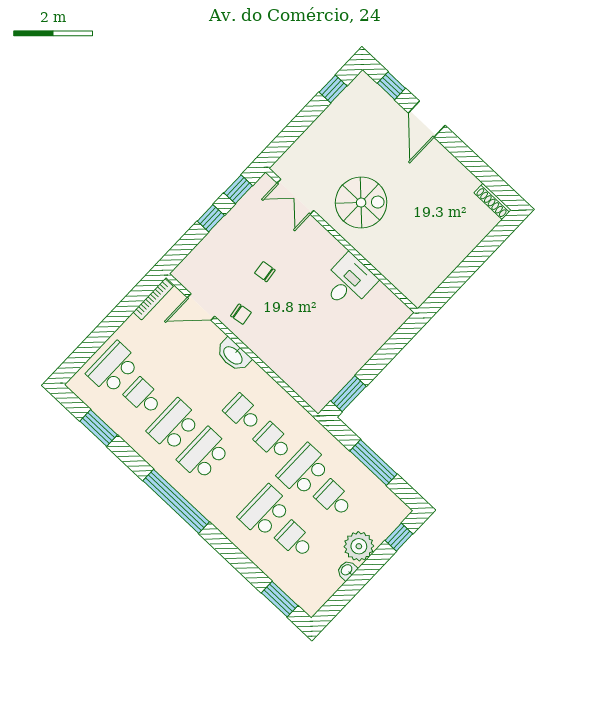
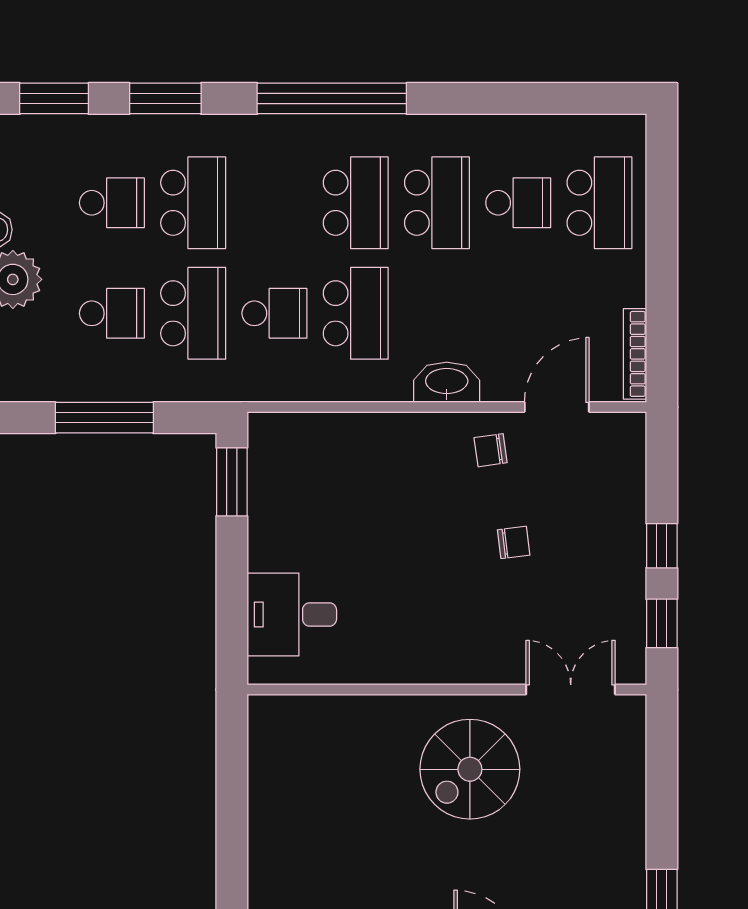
desk: (349, 282) -> (292, 615), moved, turned 90
school desk: (243, 413) -> (356, 313), width x1.85
window: (99, 428) -> (165, 98), moved

